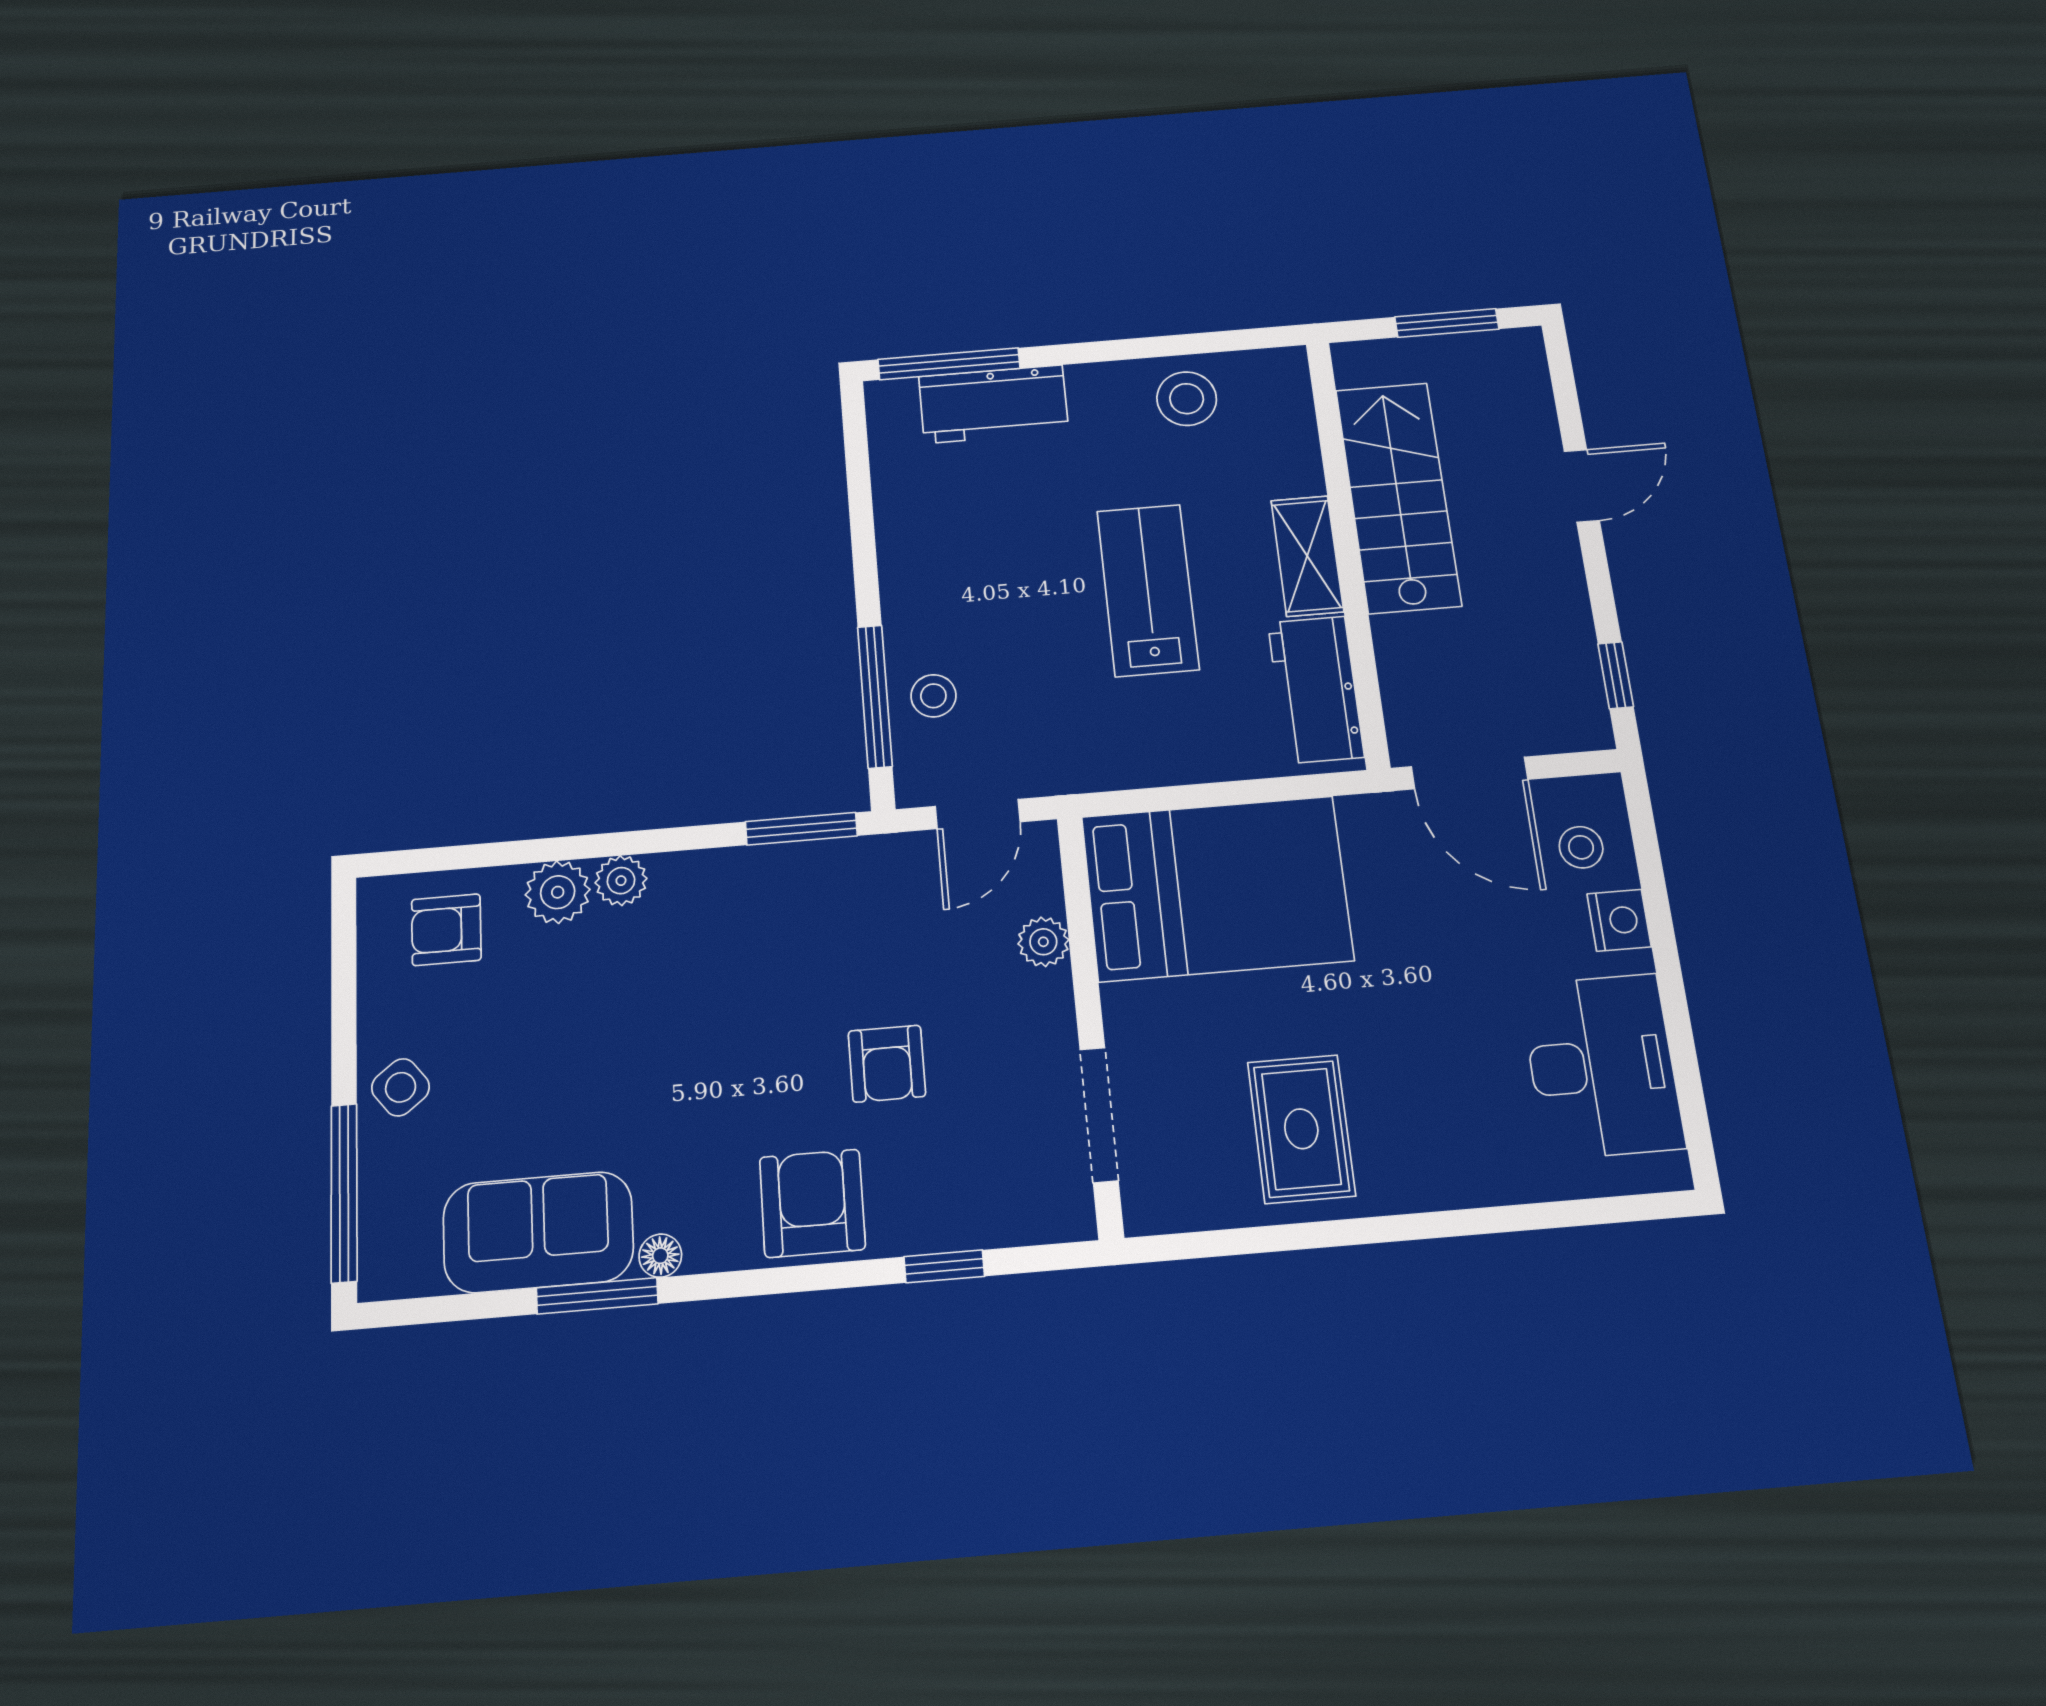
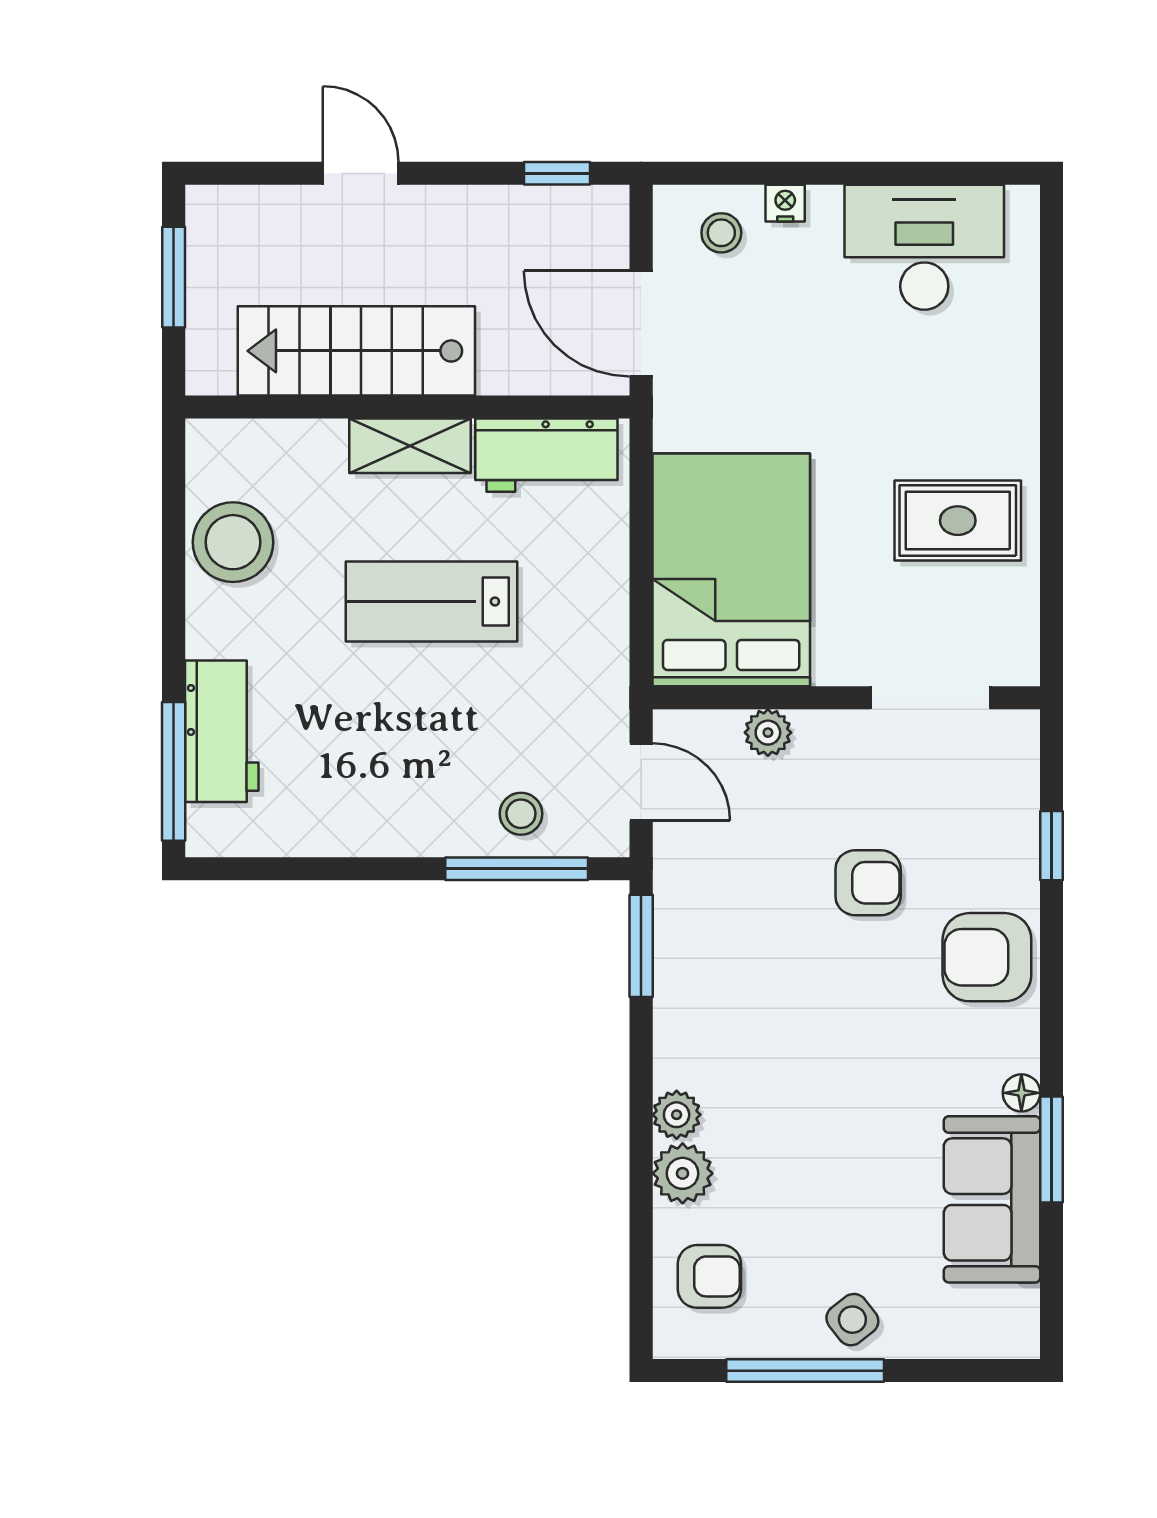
stool: (1187, 399) -> (233, 542), width x1.38, depth x1.38
door: (1470, 773) -> (641, 324), swing flipped
nightstand: (1619, 920) -> (785, 203), width x0.72, depth x0.74
armchair: (446, 930) -> (709, 1276), turned -90
window: (344, 1193) -> (805, 1371), moved

